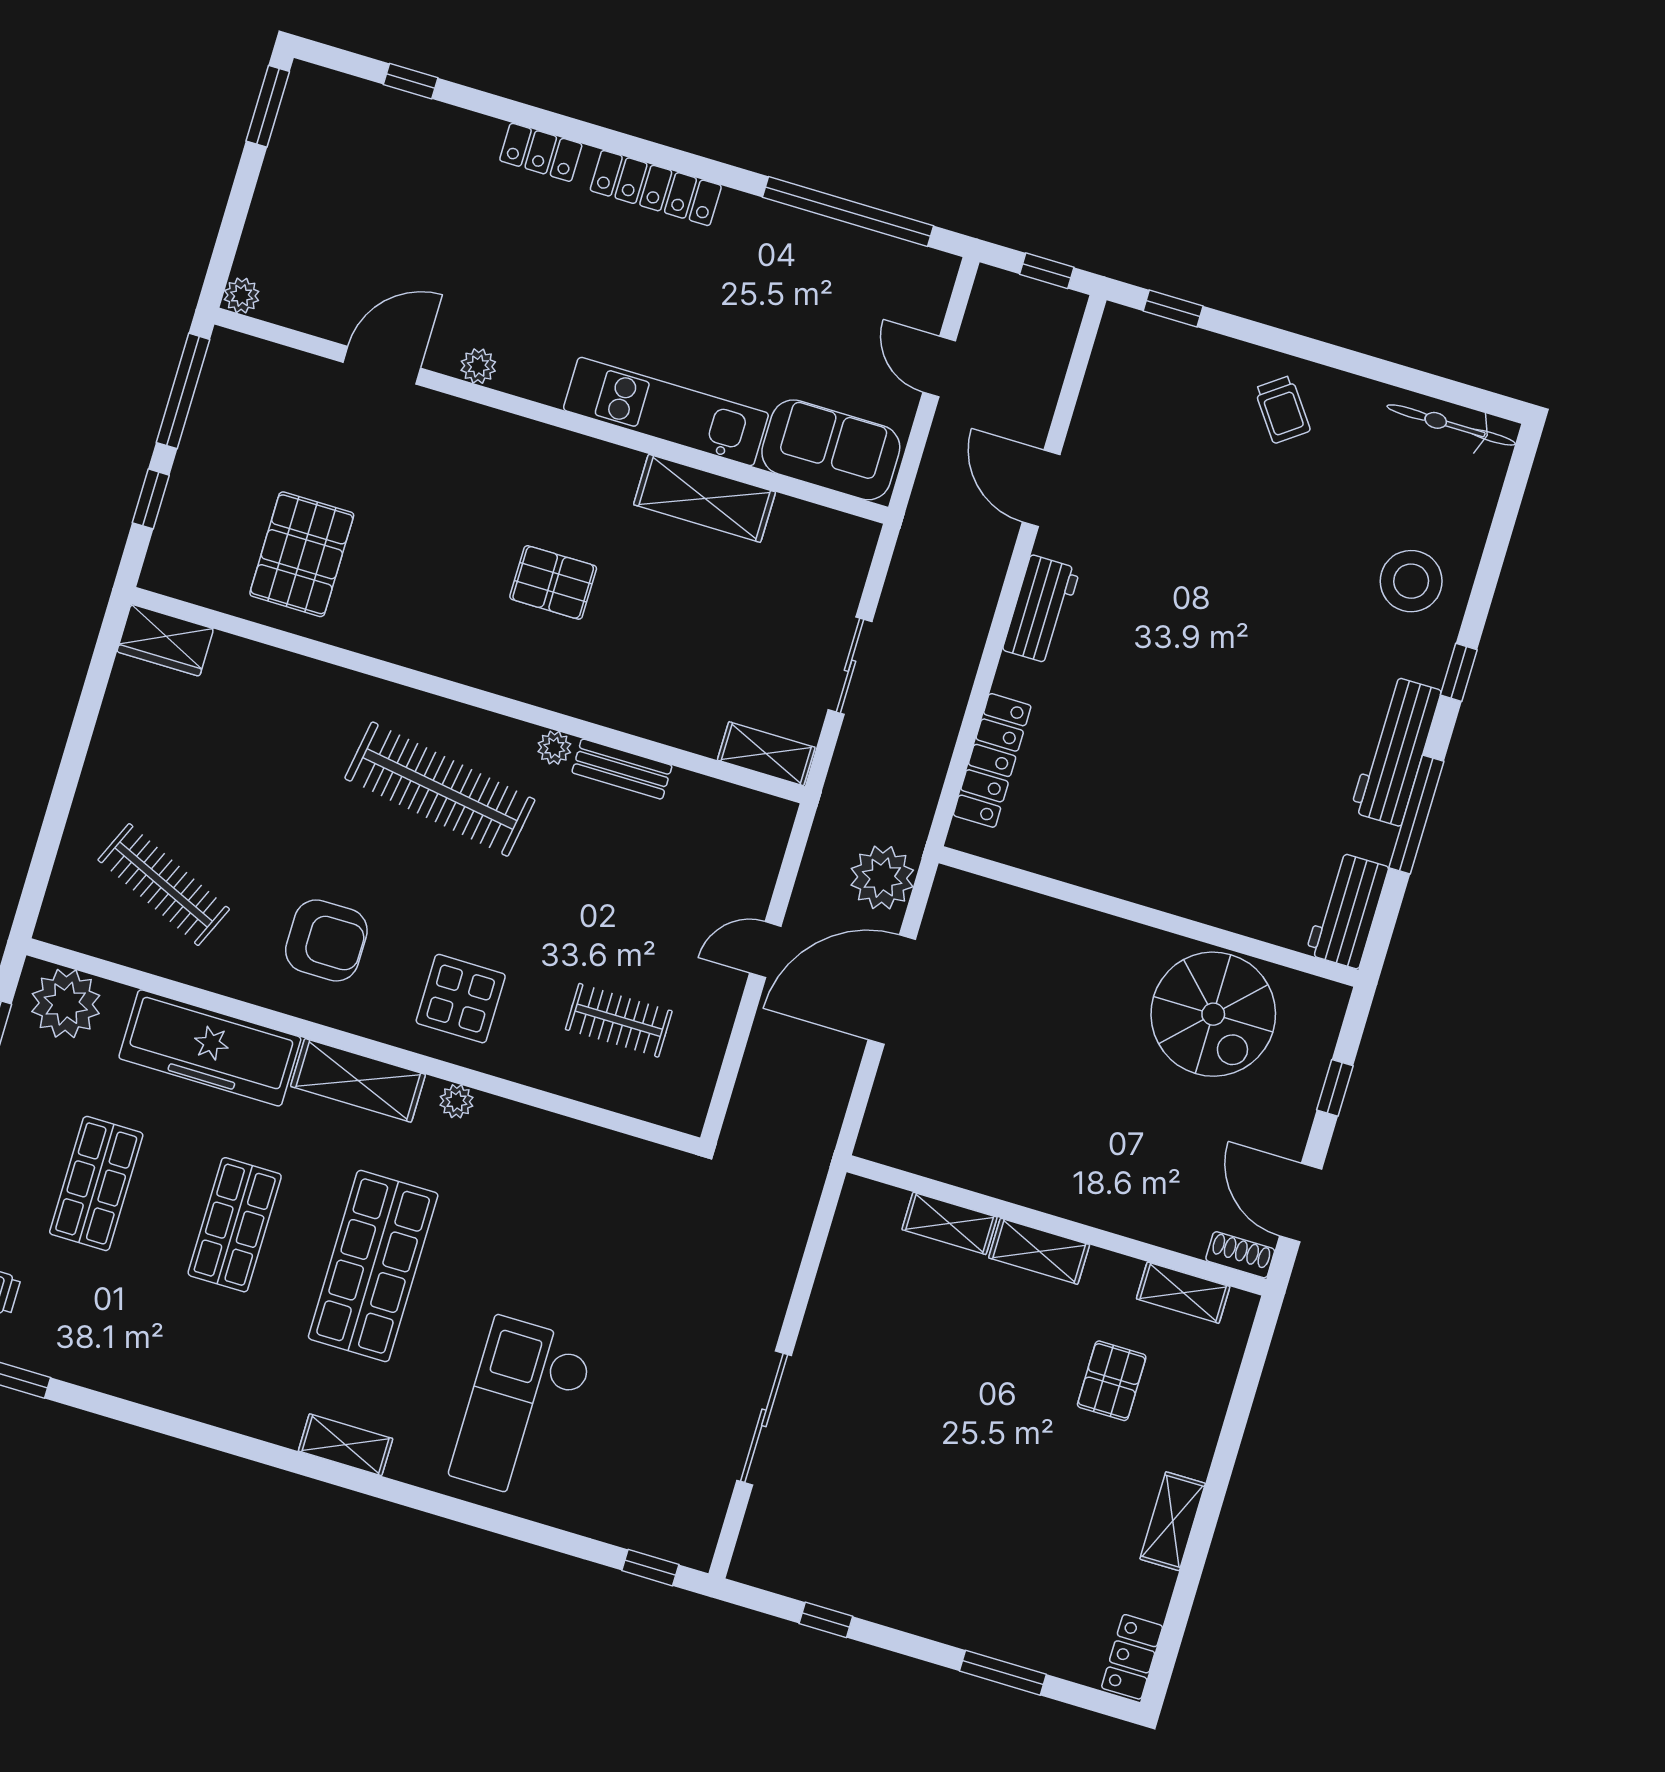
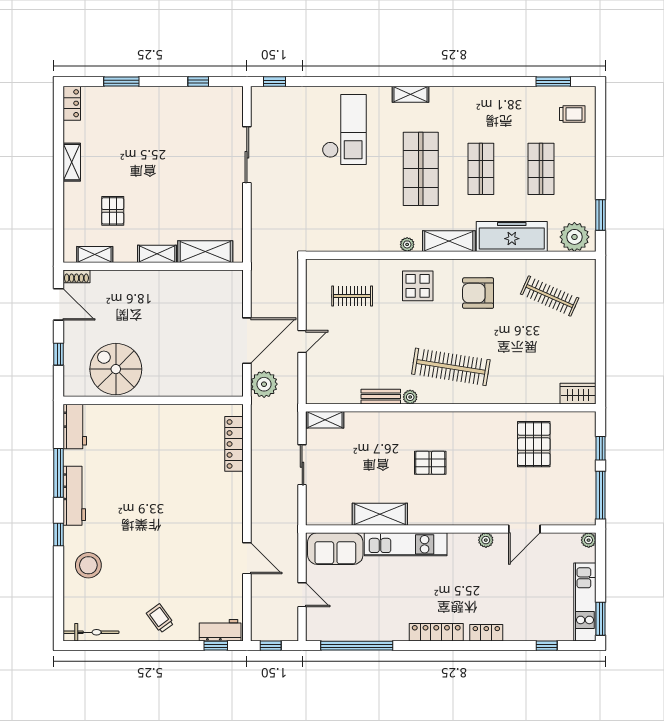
kitchen unit: (292, 155) -> (585, 602), added
workbench: (1041, 610) -> (220, 630), moved, turned 90
shelving: (950, 1223) -> (205, 252), width x1.50, depth x1.33

